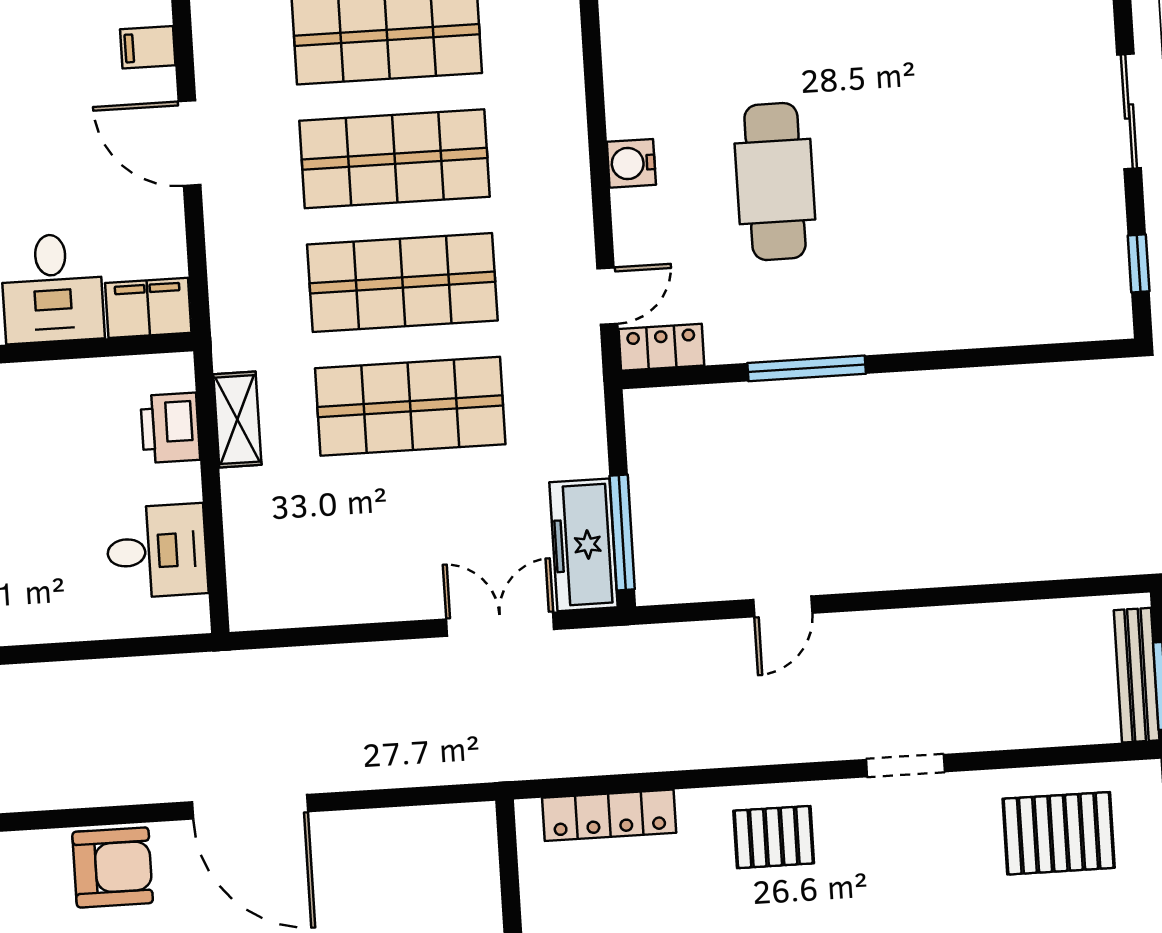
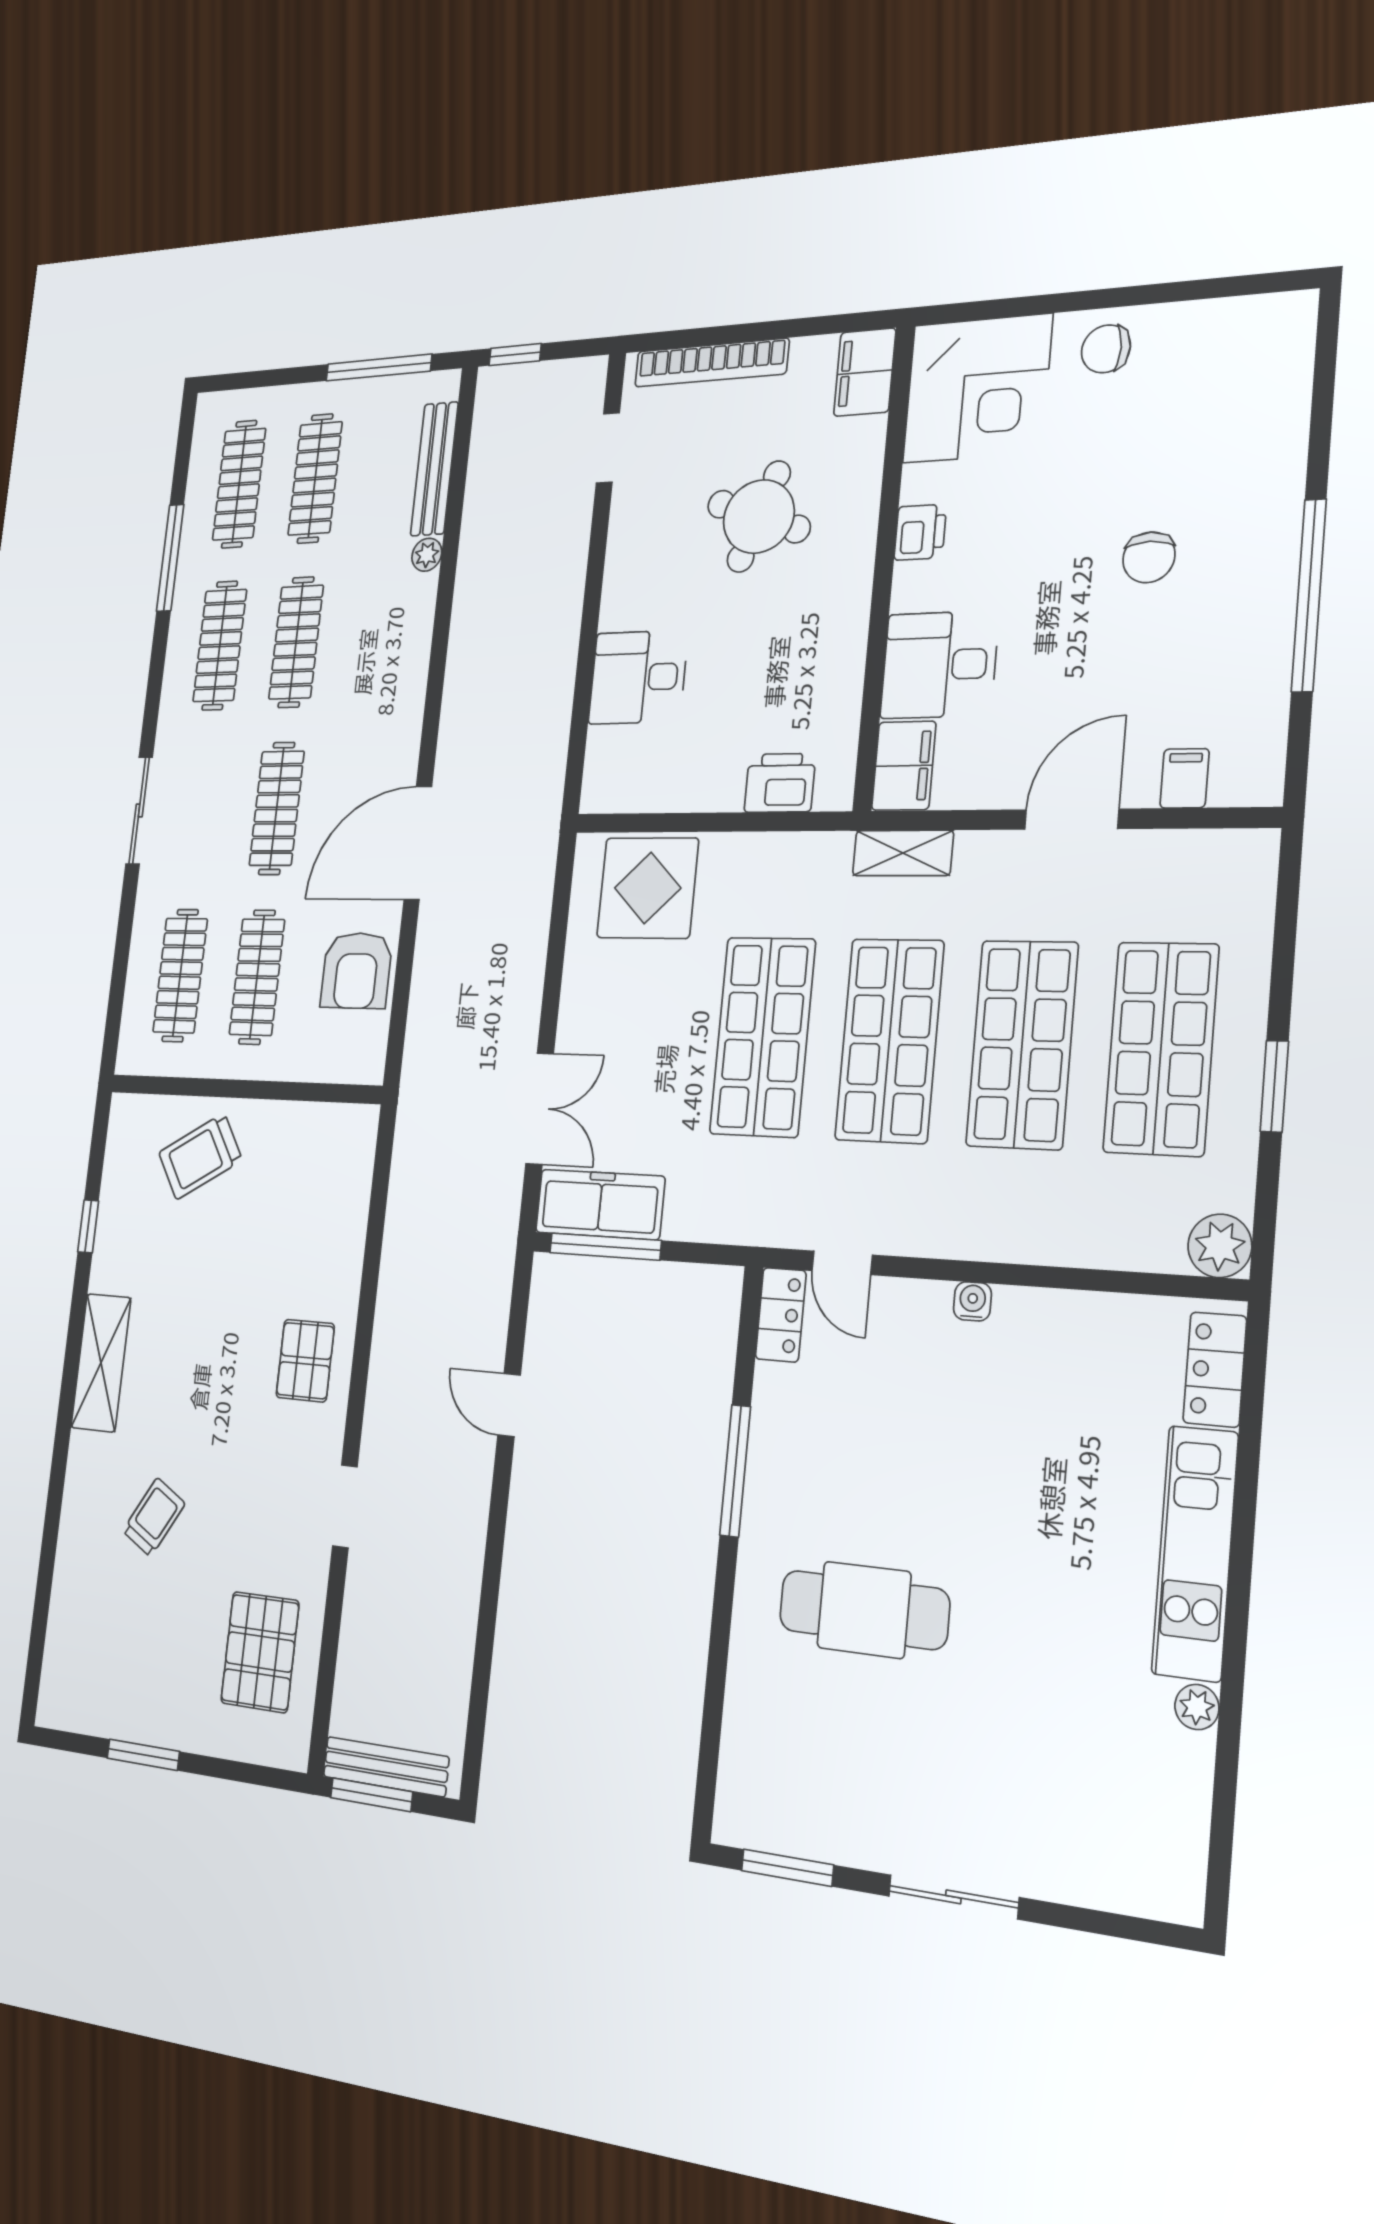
water cooler: (631, 163) -> (973, 1301), width x0.72, depth x0.72
cafe table: (775, 182) -> (864, 1610), moved
window: (1139, 263) -> (787, 1868), width x1.50
shelving: (237, 420) -> (903, 853), moved
display table: (279, 547) -> (648, 888), added
desk: (157, 551) -> (638, 677), moved, turned 90
locker: (609, 815) -> (351, 1198), removed
armchair: (113, 867) -> (356, 971), moved

